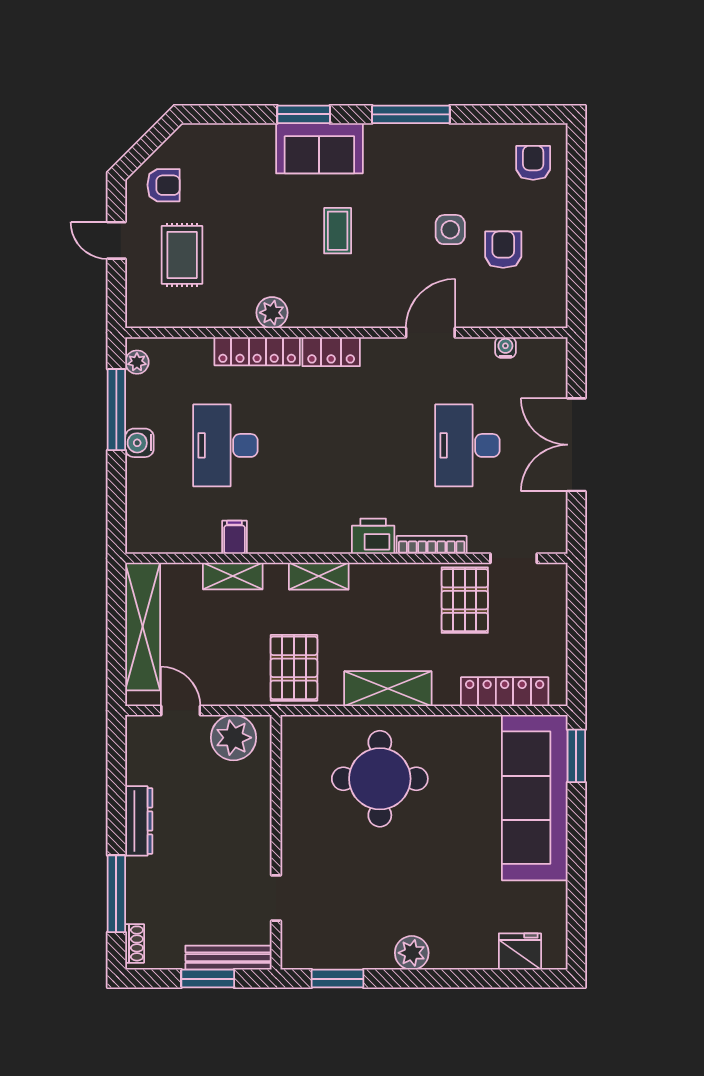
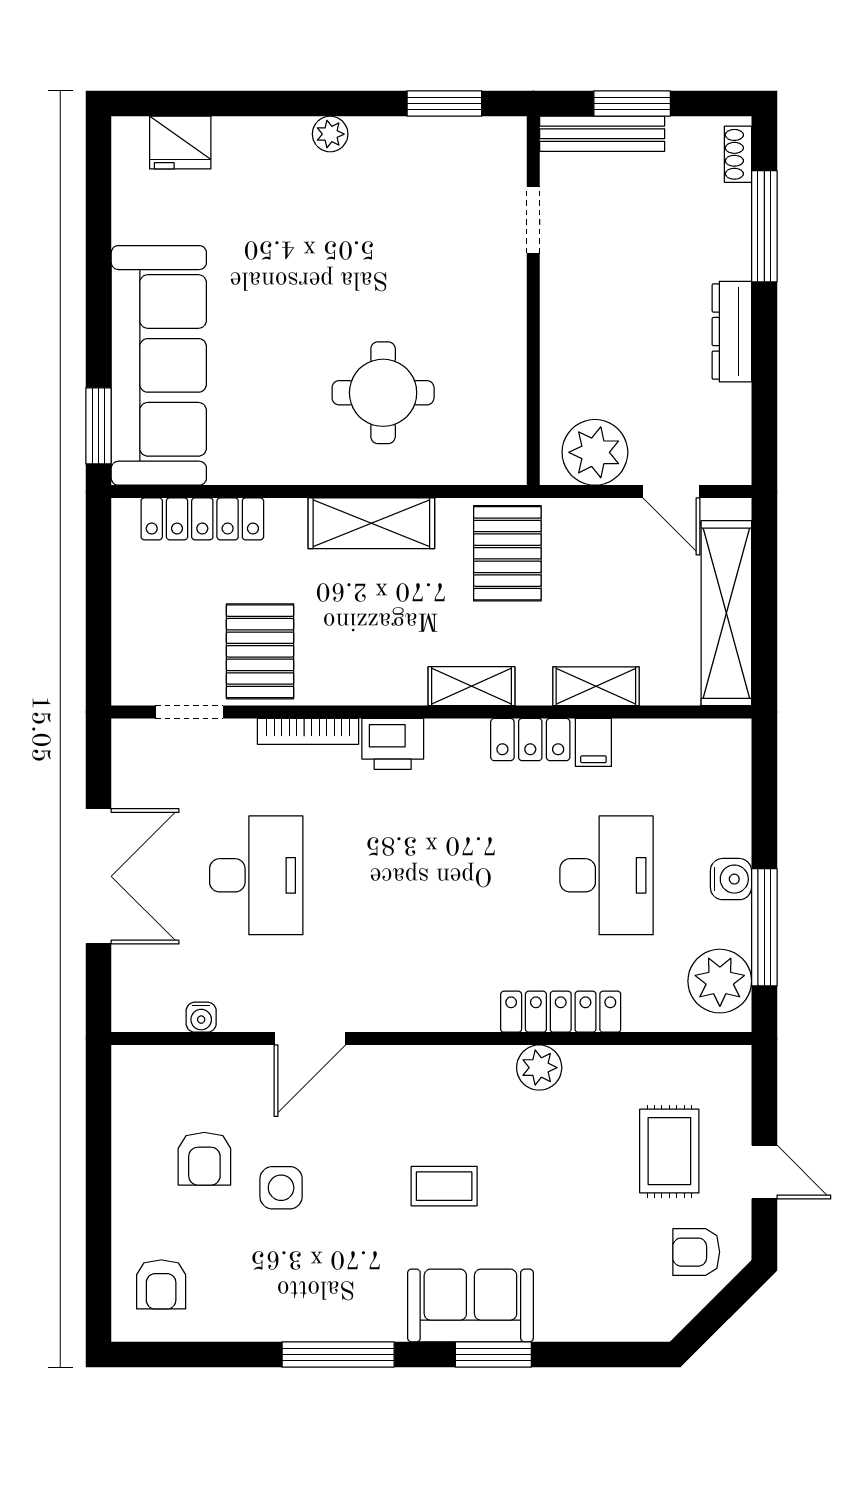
coffee table: (338, 231) -> (444, 1186), turned 90
locker: (331, 352) -> (530, 740), moved, turned 180
plant: (137, 362) -> (720, 981), width x1.87, depth x1.87
round table: (380, 779) -> (383, 393), width x0.73, depth x0.73
plant: (412, 953) -> (330, 134), width x0.73, depth x0.73

